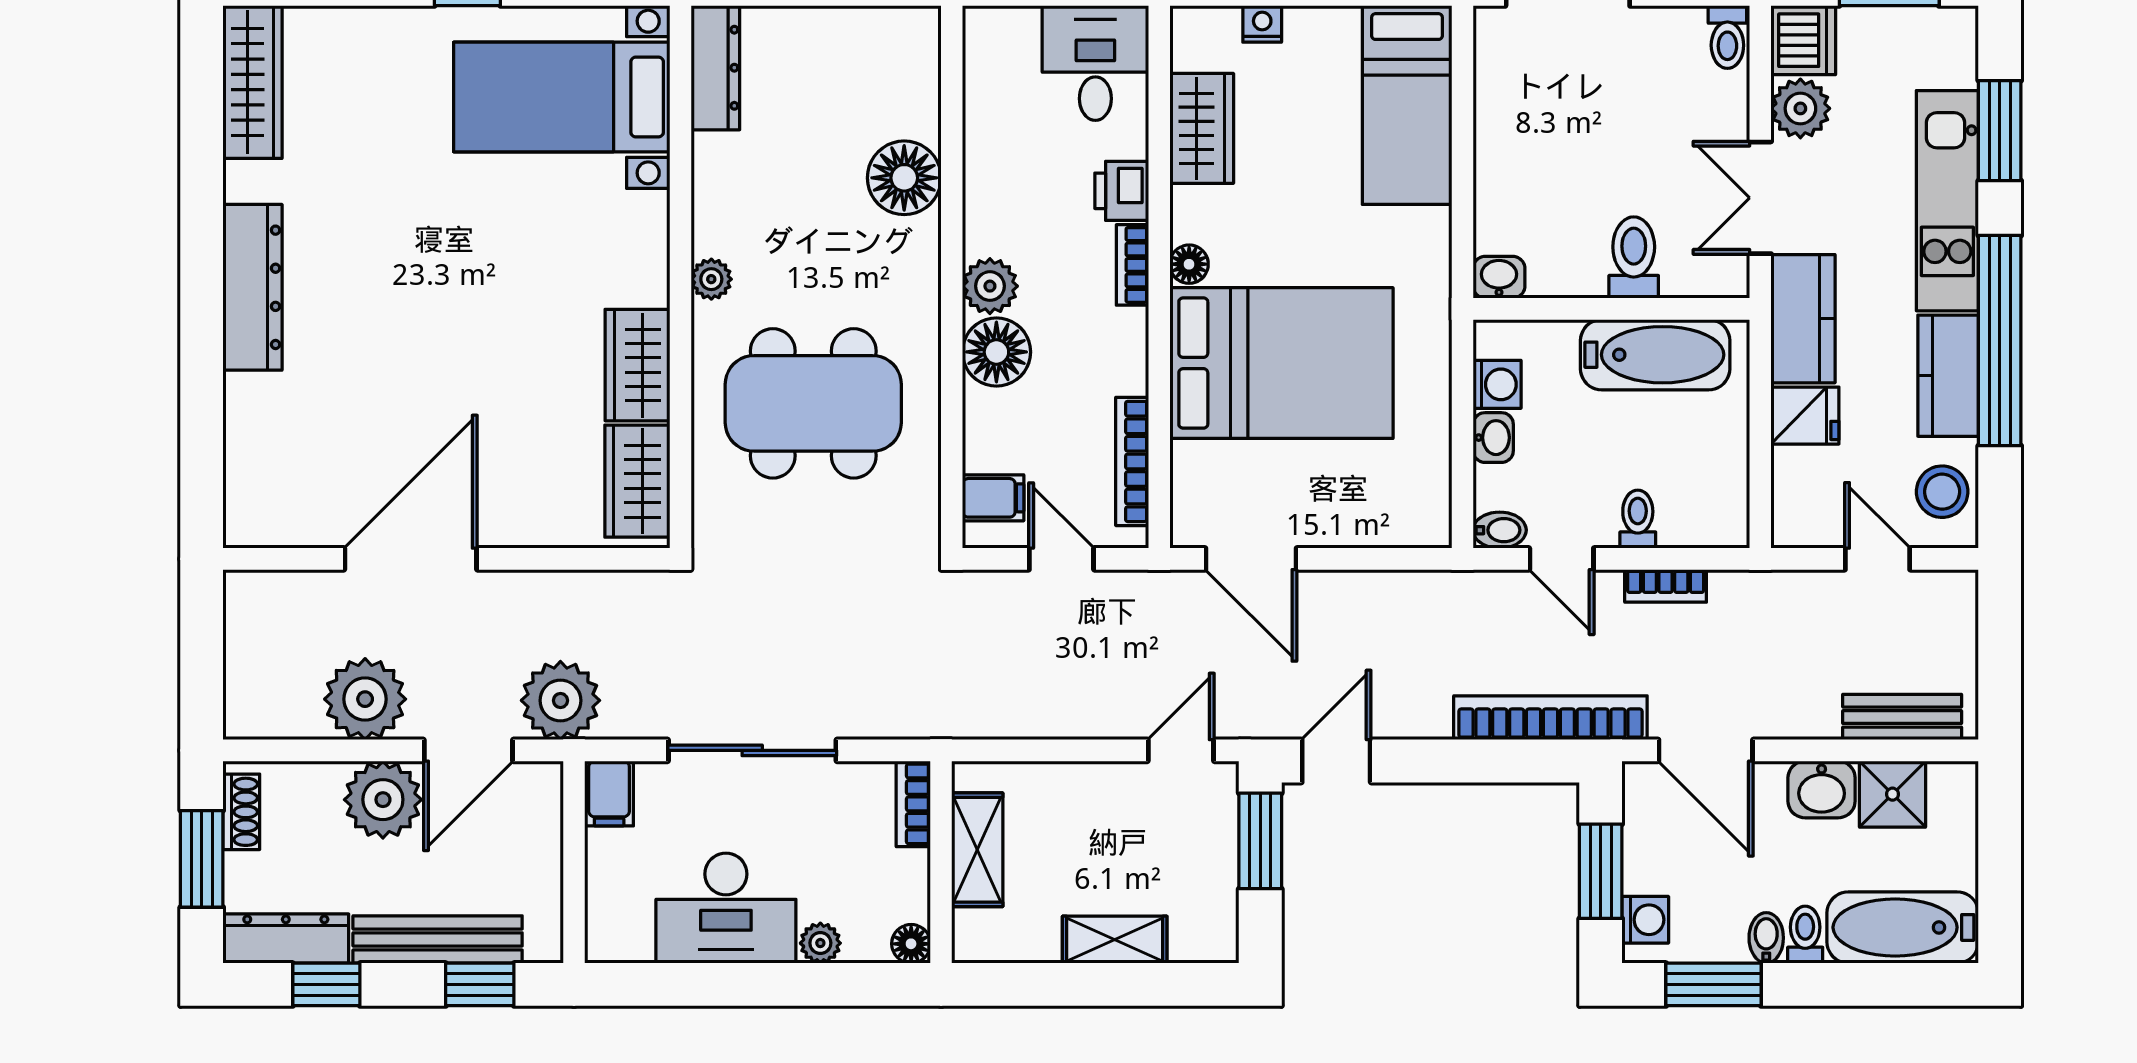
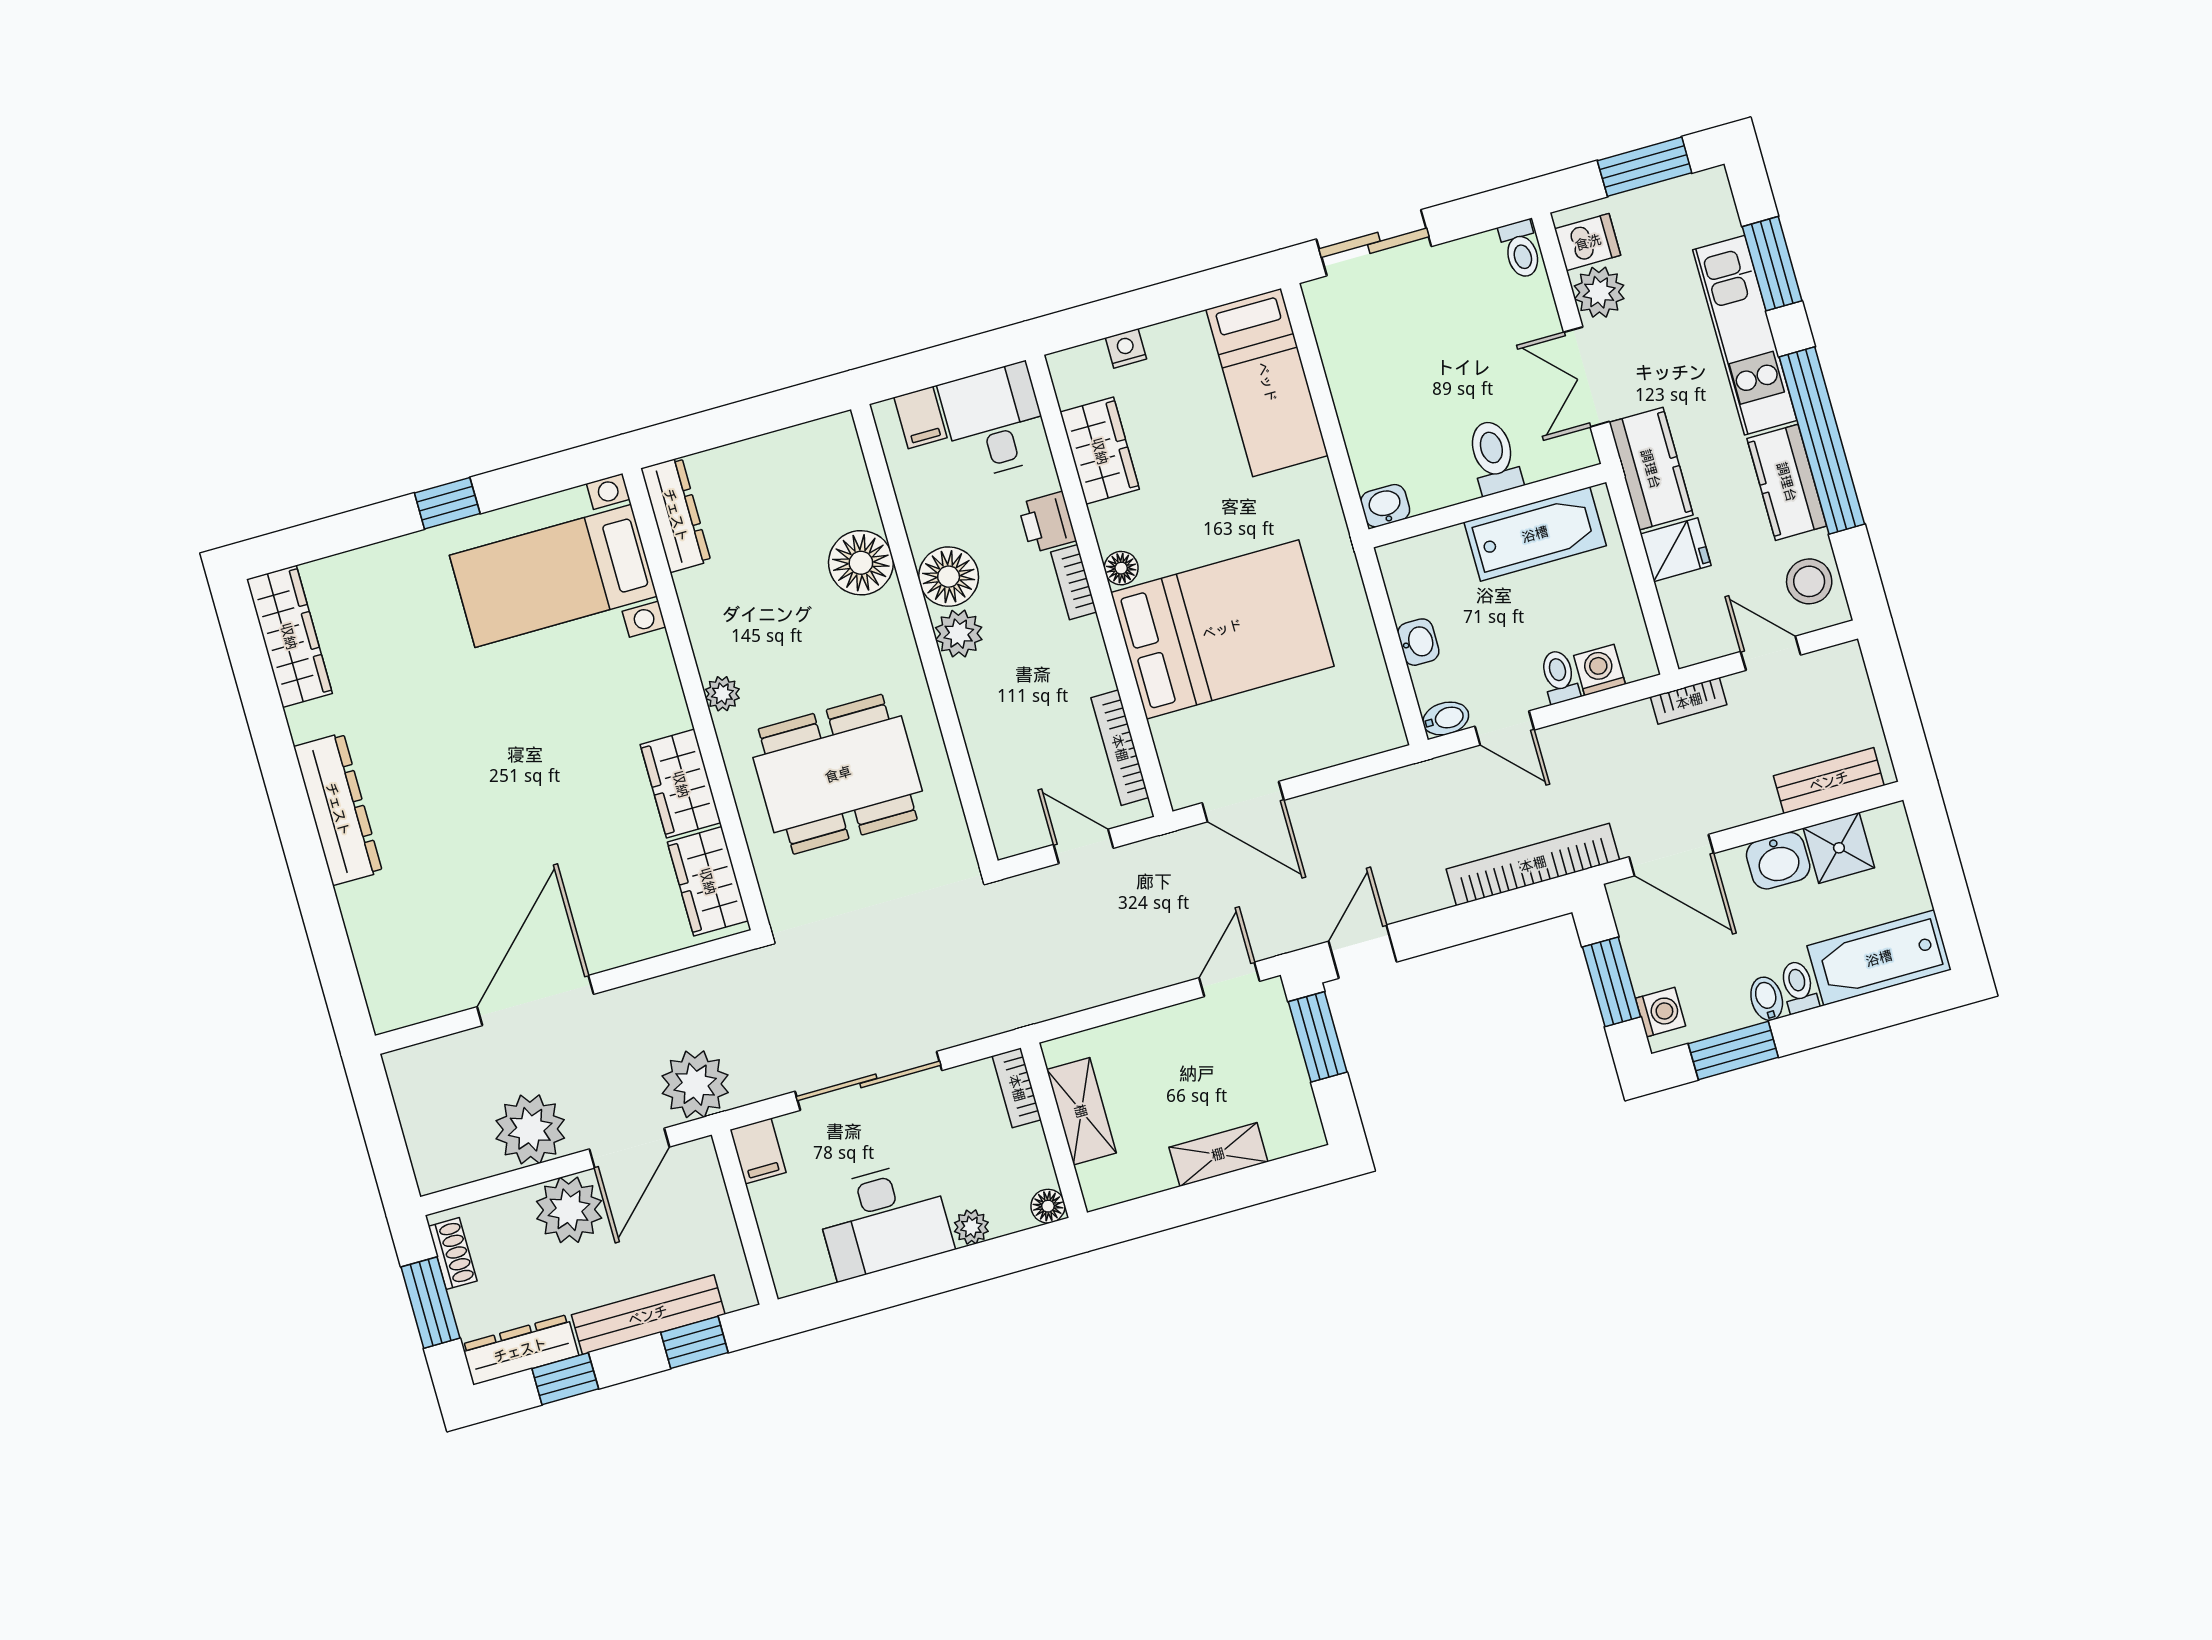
dishwasher: (1803, 40) -> (1588, 242), width x0.73
floor lamp: (996, 352) -> (949, 577), moved
washing machine: (1497, 384) -> (1599, 670), moved, turned -90
filing cabinet: (993, 498) -> (921, 417), moved, turned 90
bookcase: (1666, 586) -> (1689, 701), moved

